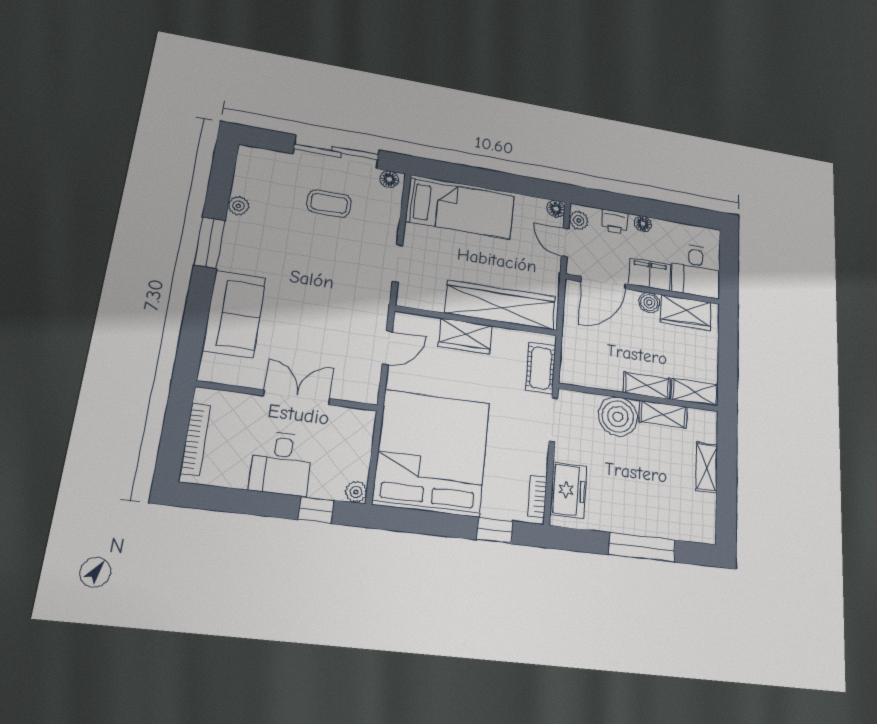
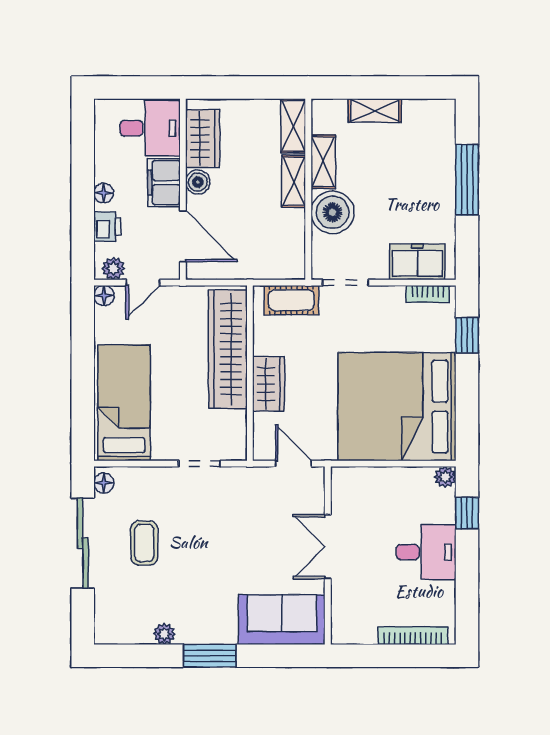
wall: (288, 396) -> (328, 555), moved
double door: (297, 397) -> (328, 547), moved

